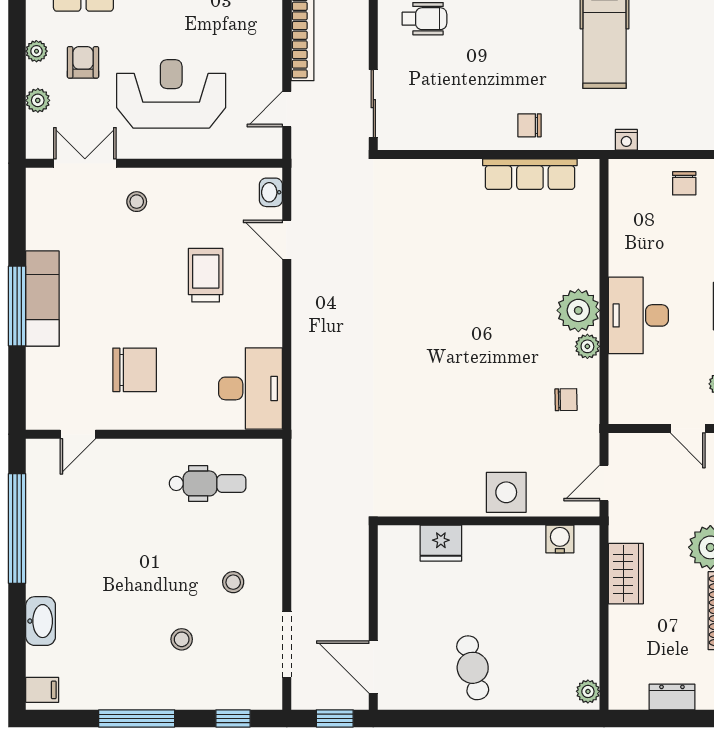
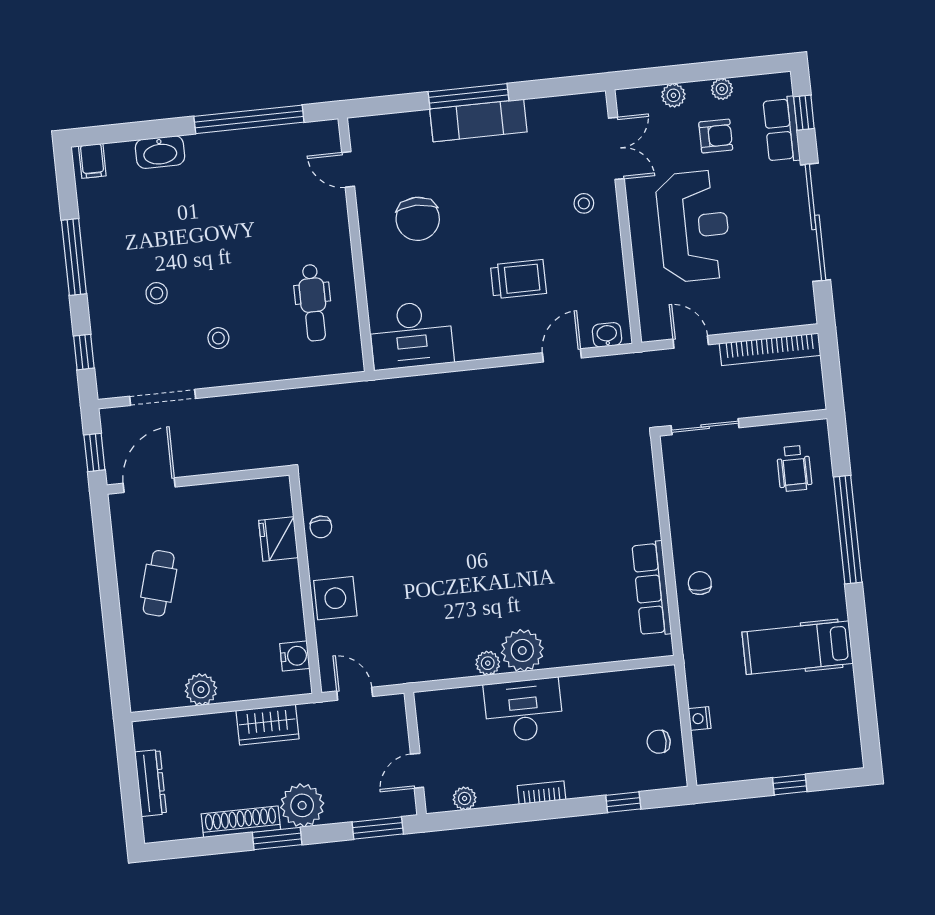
nightstand: (626, 140) -> (700, 718), moved
chair: (566, 400) -> (321, 527), moved
cafe table: (473, 668) -> (159, 583), turned -61
plant: (588, 691) -> (201, 689), moved, width x1.38, depth x1.38
dresser: (672, 697) -> (151, 783), width x1.44

